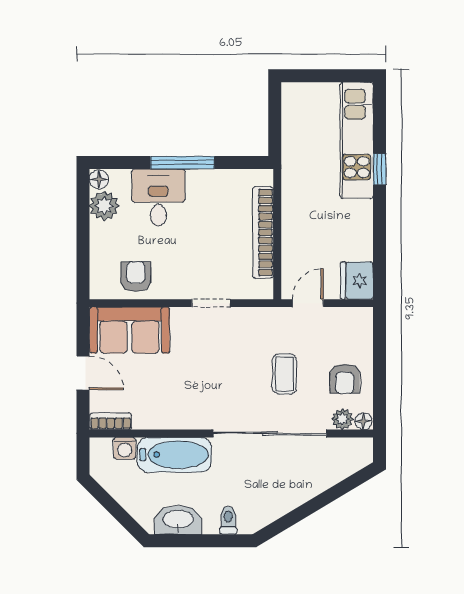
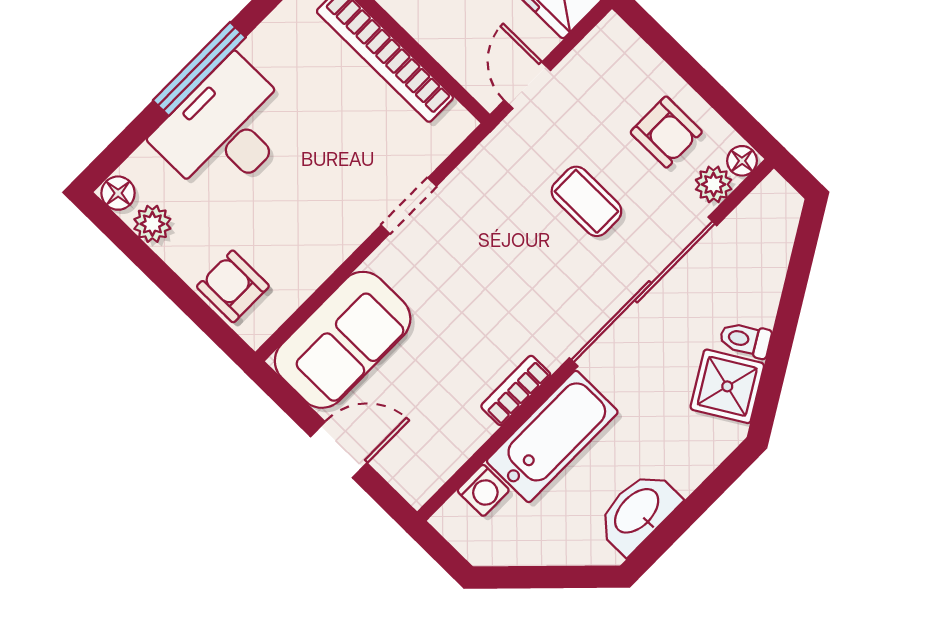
desk: (158, 198) -> (225, 129), width x1.37
plant: (104, 206) -> (152, 224), width x0.73, depth x0.73
armchair: (136, 277) -> (233, 286), moved
bookcase: (111, 421) -> (516, 390), moved
shower: (265, 506) -> (727, 386), added
toilet: (228, 520) -> (745, 340), moved, turned -31

